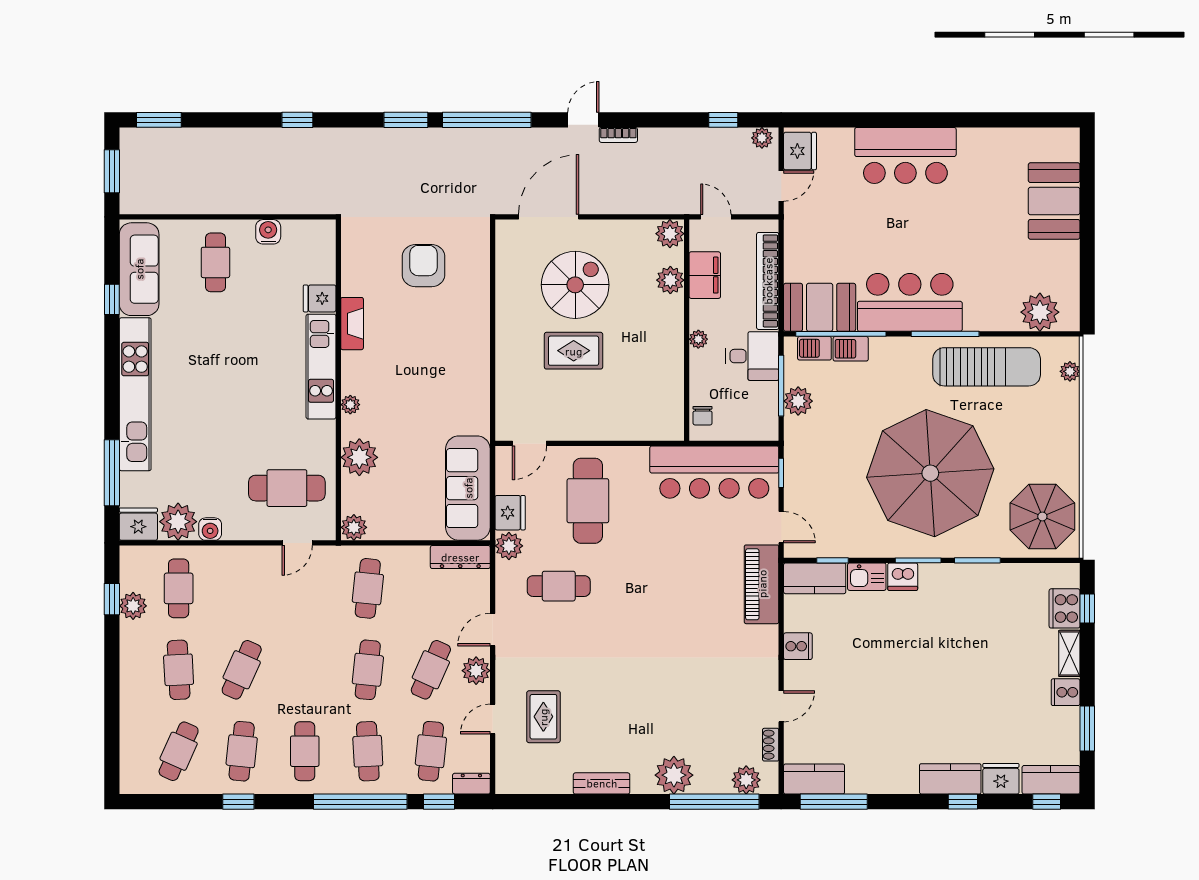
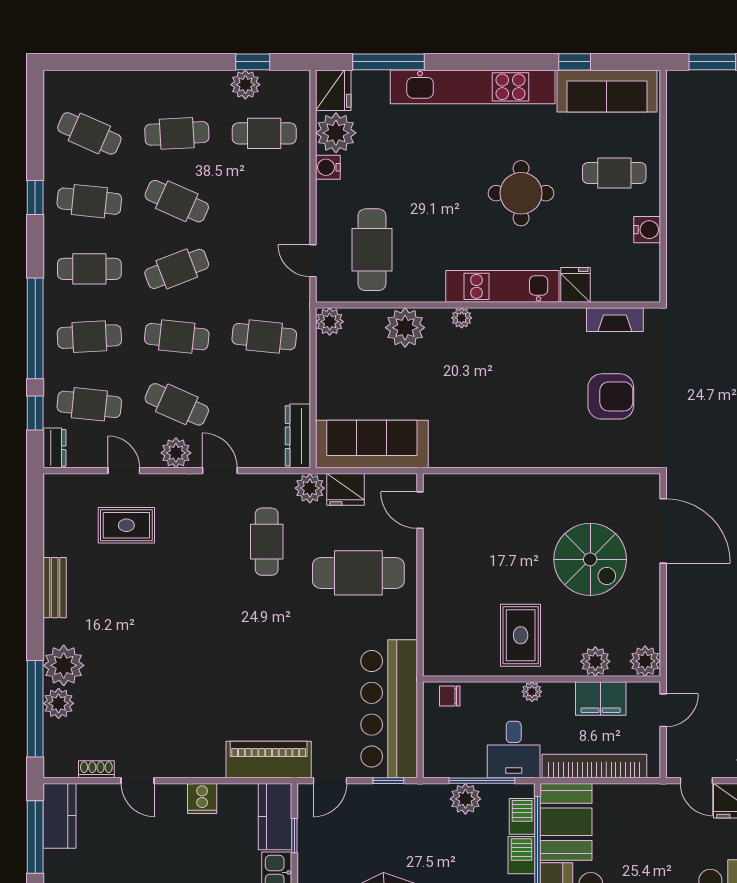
fireplace: (352, 324) -> (615, 320), moved
round table: (234, 349) -> (521, 193), added
rug: (574, 351) -> (521, 635), moved
cafe table: (305, 670) -> (177, 269), added
plant: (746, 780) -> (59, 703), moved

